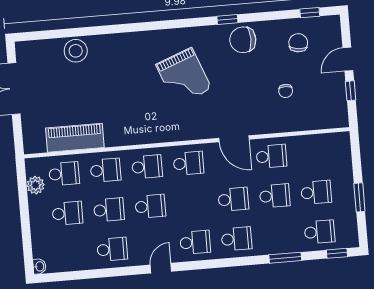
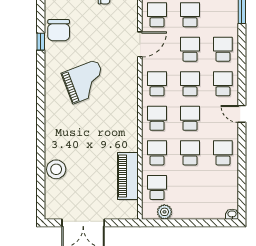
school desk: (67, 213) -> (190, 84), moved

